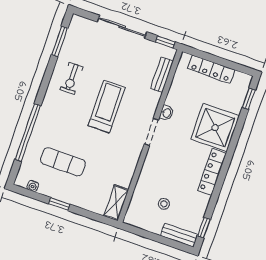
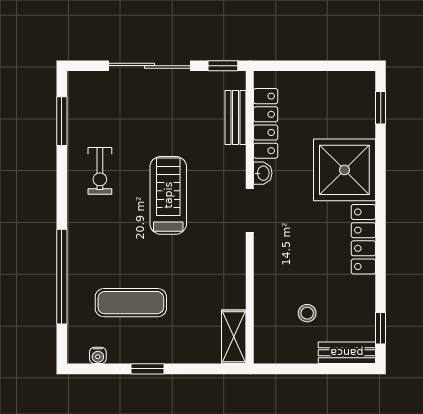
locker: (211, 69) -> (266, 123), moved, turned -90

